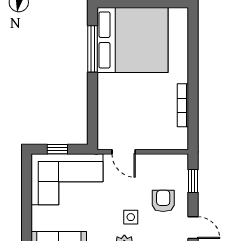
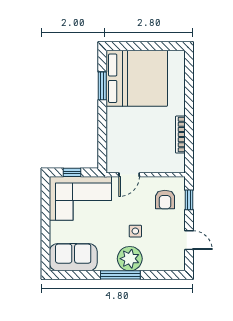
window: (92, 49) -> (102, 86), width x0.69
door: (124, 152) -> (129, 175), hinge flipped
armchair: (163, 201) -> (165, 200), moved, turned 180

